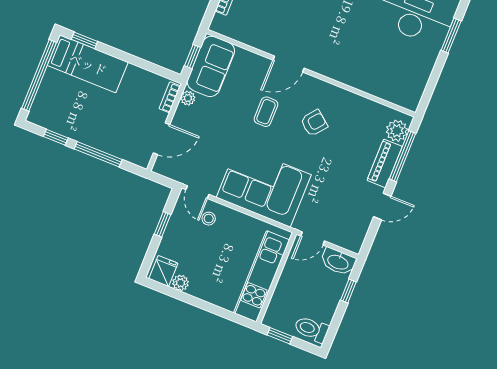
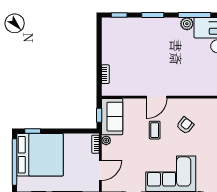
bed: (88, 64) -> (40, 155), width x2.04

